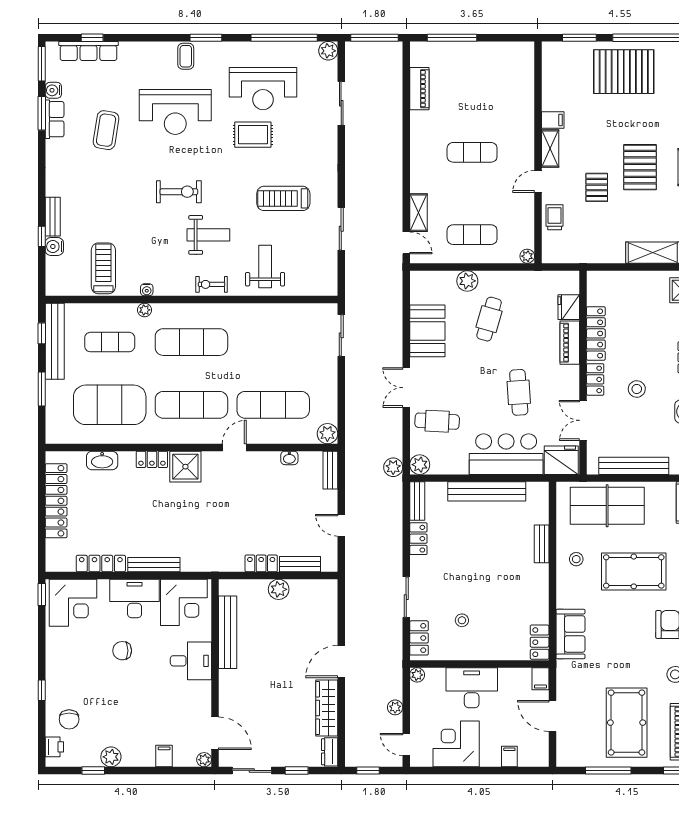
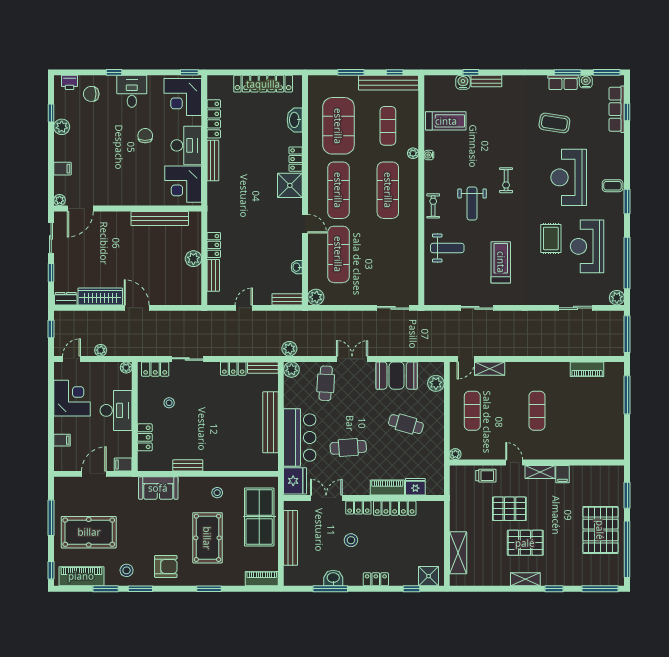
pallet: (597, 187) -> (509, 509), width x1.50, depth x1.42
exercise bike: (179, 192) -> (506, 180), width x0.73, depth x0.72
plant: (467, 281) -> (436, 383), moved
bench: (542, 544) -> (188, 465), moved
locker: (540, 642) -> (145, 437), moved, turned 90
desk: (191, 661) -> (132, 91), moved, turned 180

